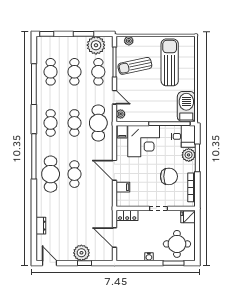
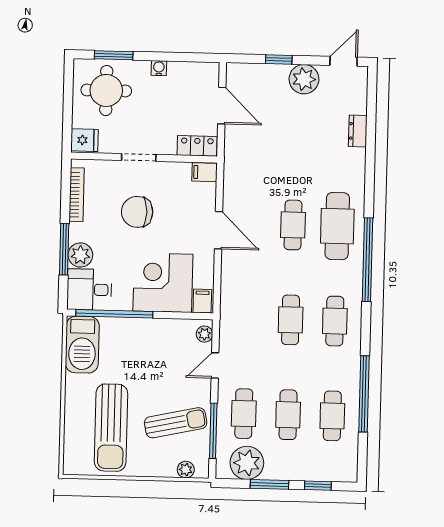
window: (47, 34) -> (318, 486), moved
door: (114, 97) -> (215, 365), hinge flipped
cafe table: (98, 123) -> (246, 319), removed
chair: (169, 176) -> (137, 212), moved
filing cabinet: (123, 187) -> (204, 172), moved
plant: (81, 253) -> (304, 79), moved
door: (50, 263) -> (344, 61), swing flipped

